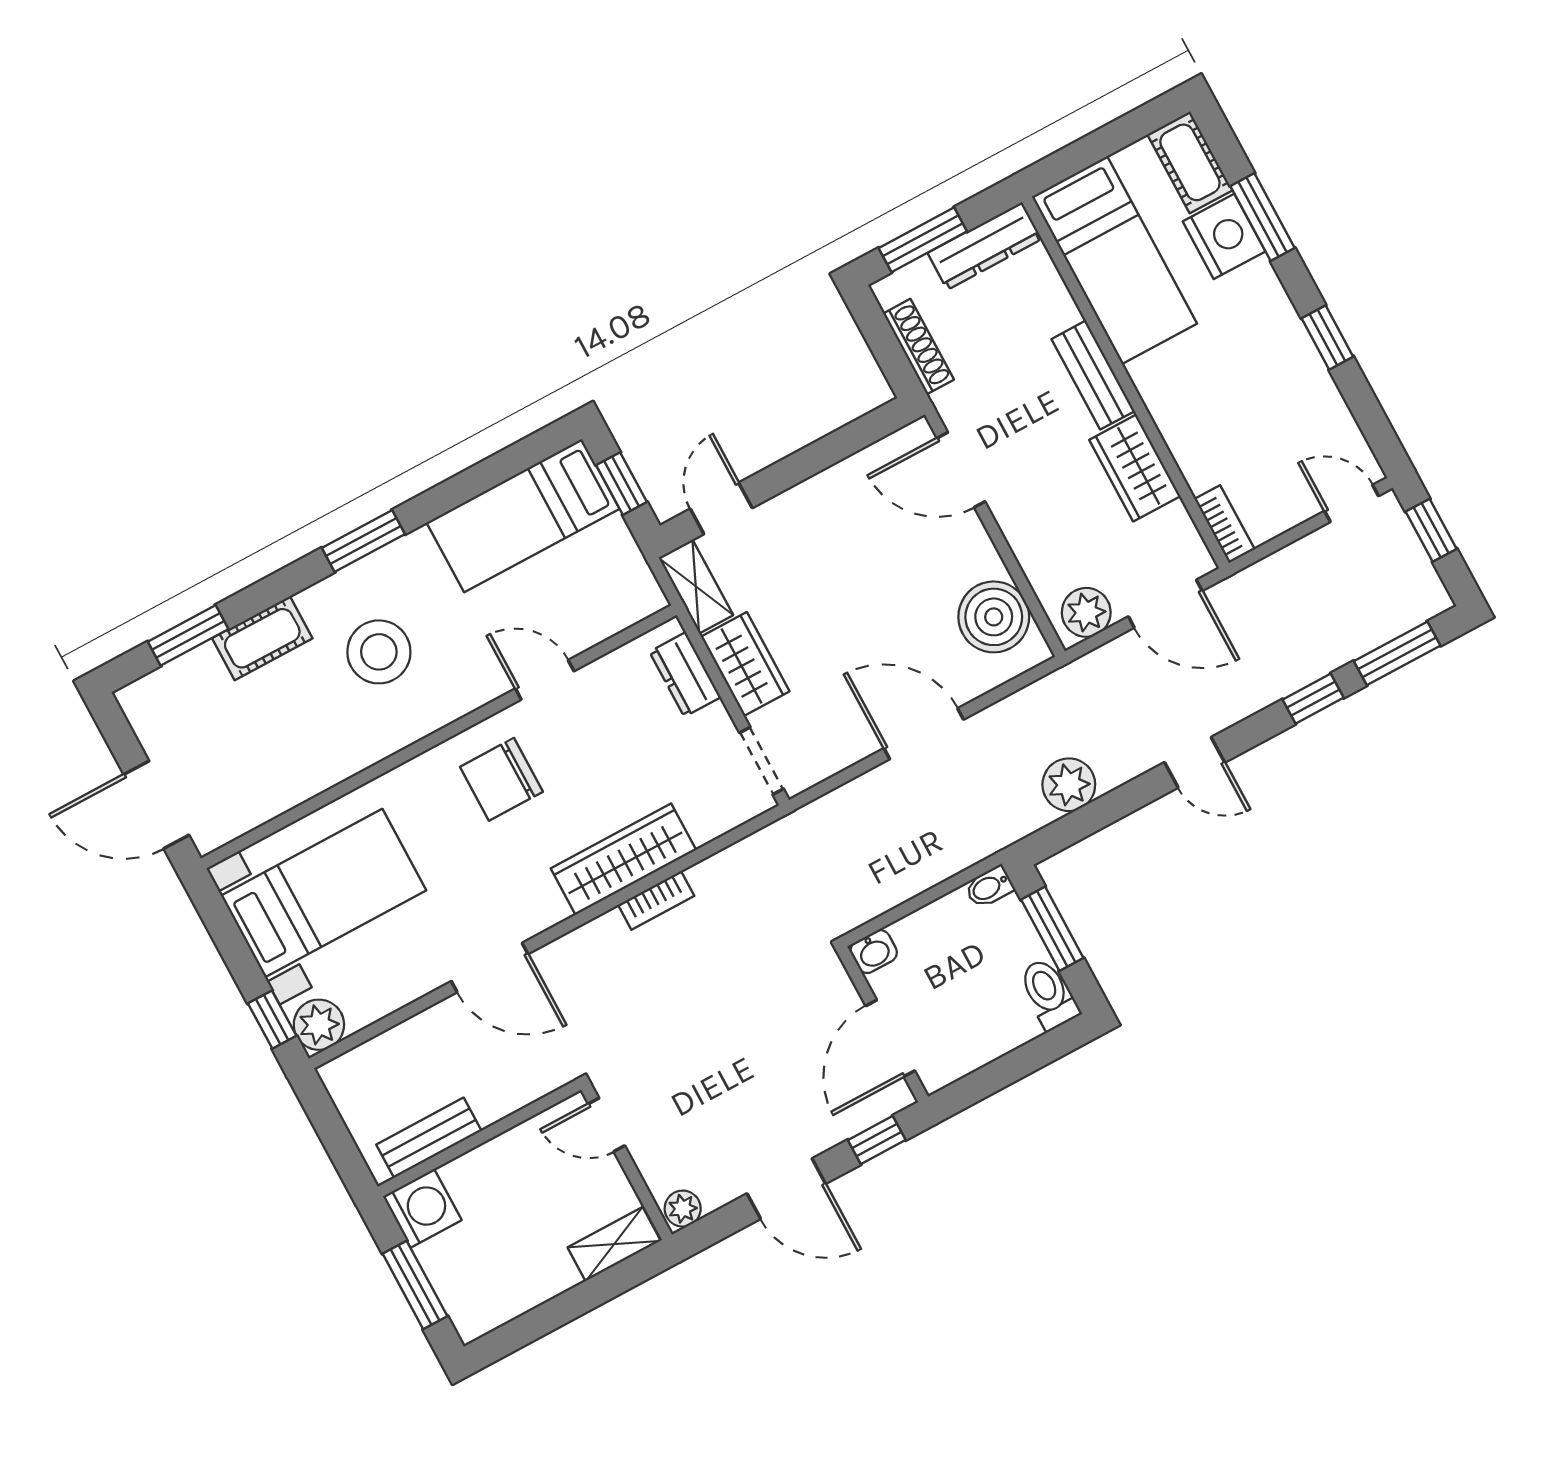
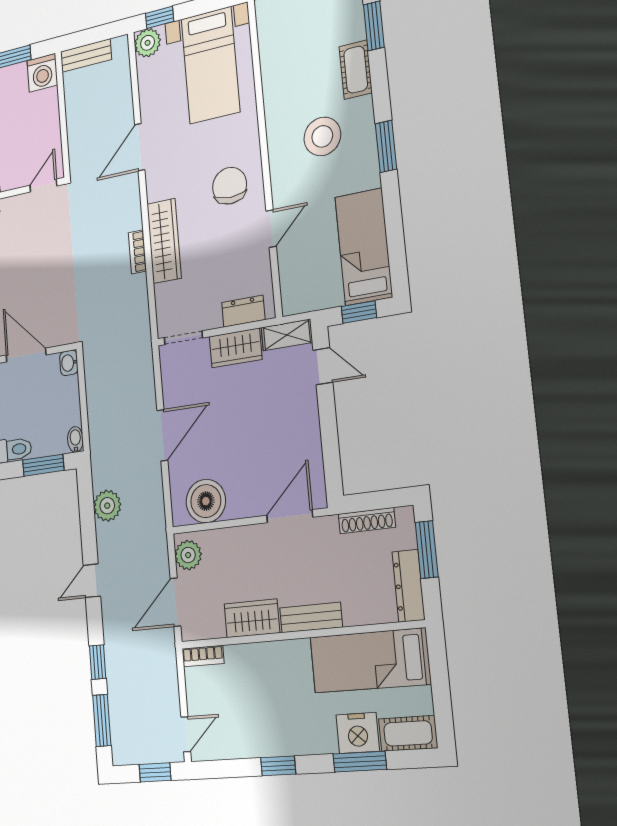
bench: (429, 1138) -> (86, 56), moved, turned 90

